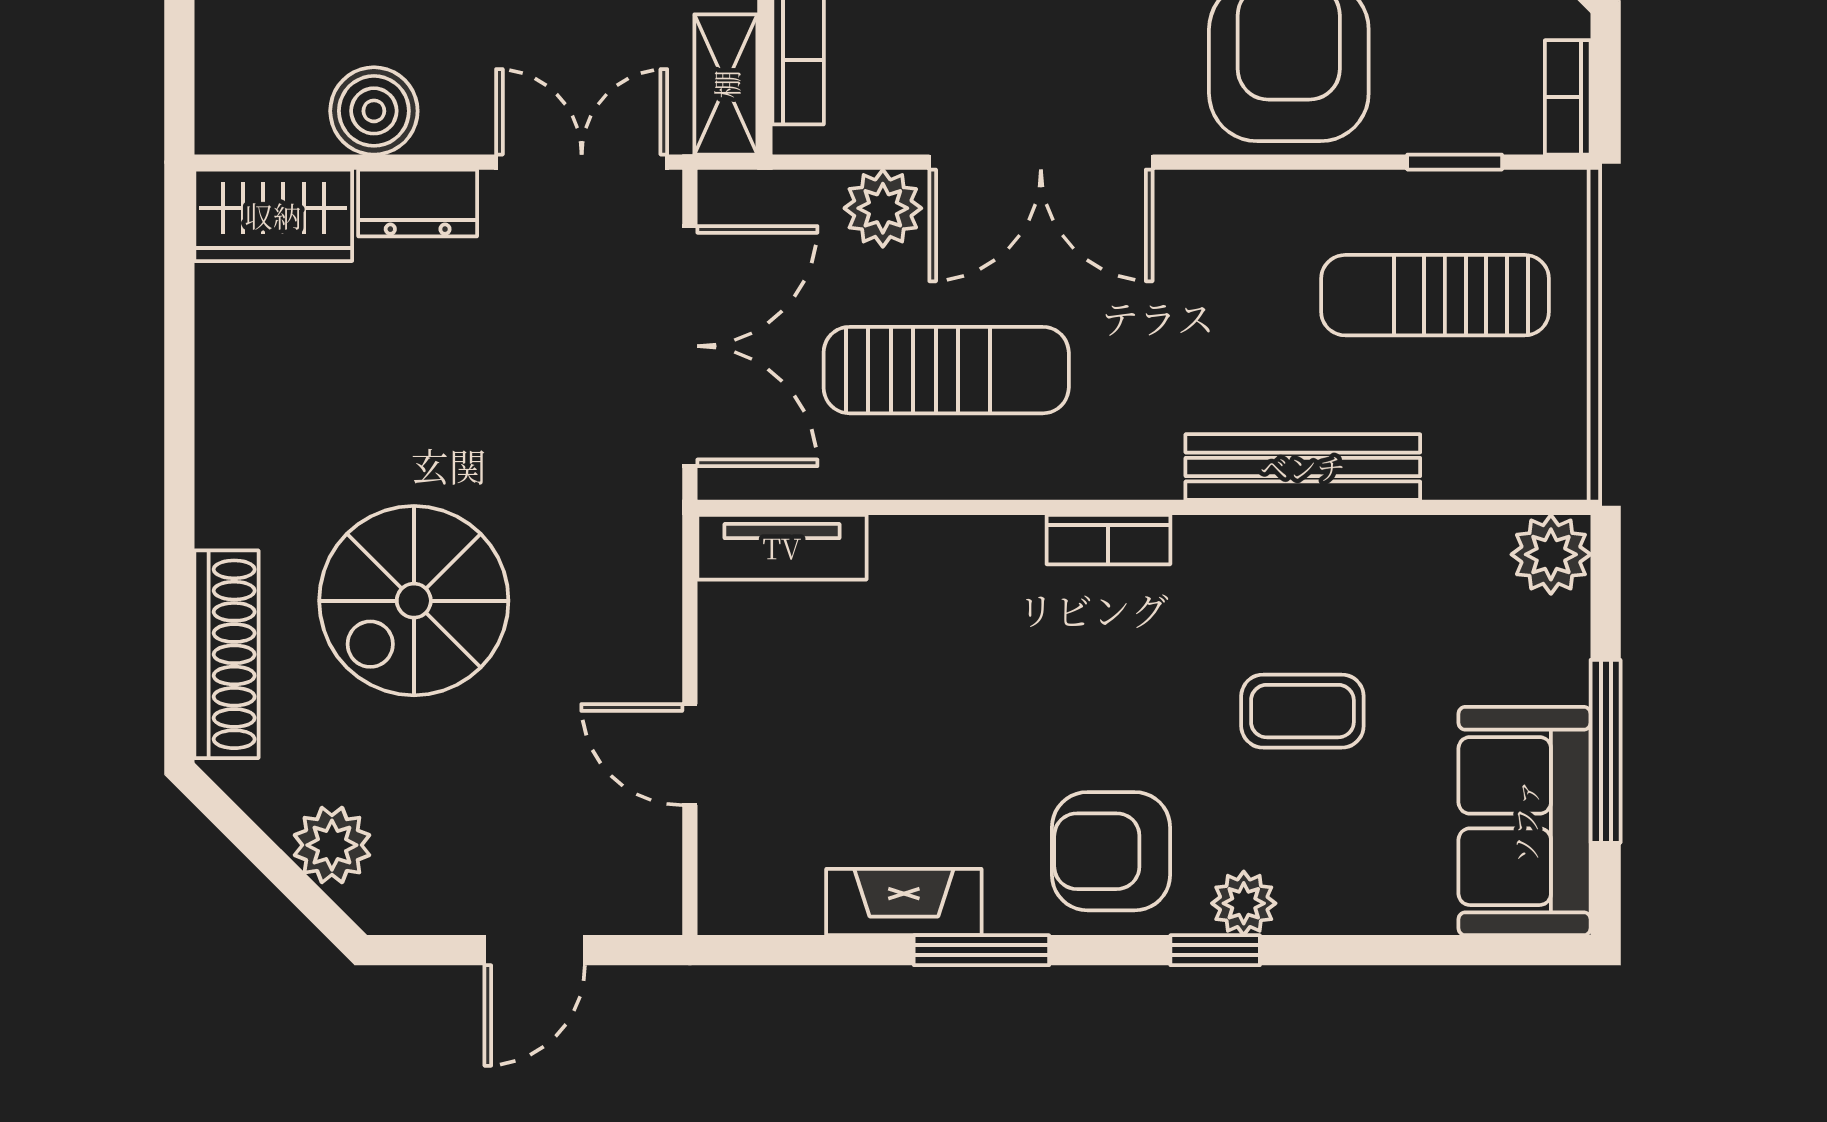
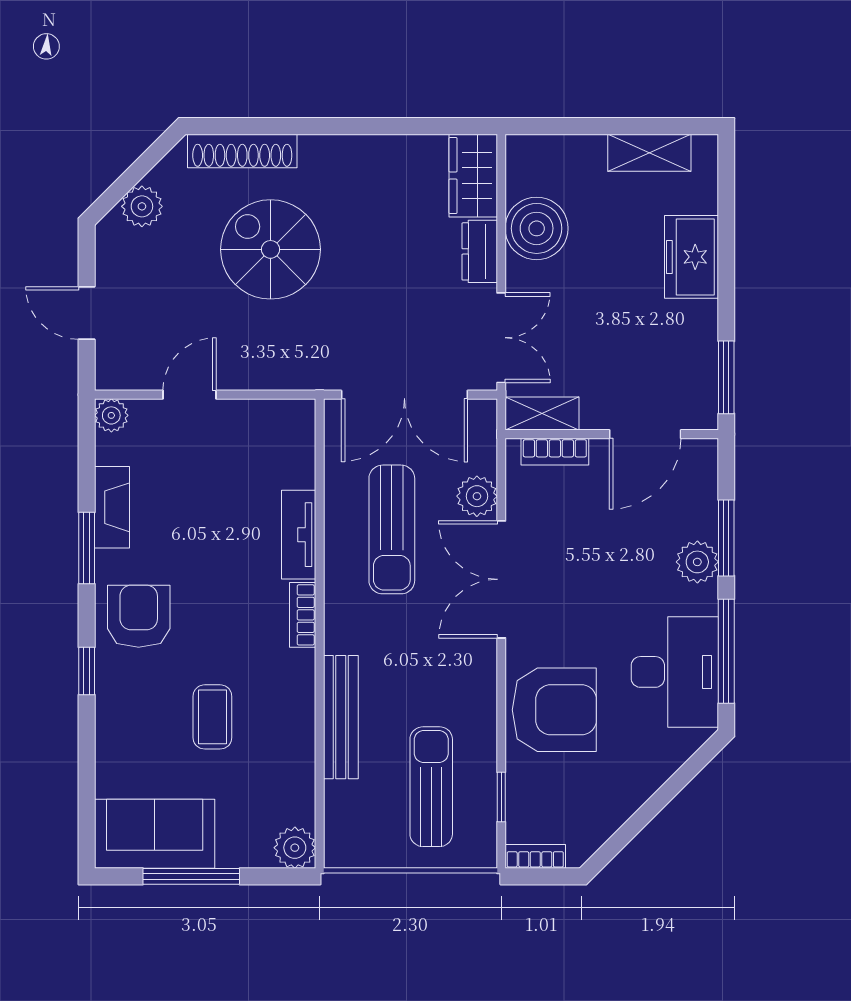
boiler: (374, 111) -> (537, 228), width x1.37, depth x1.37
tv unit: (782, 547) -> (299, 535), moved
plant: (1244, 903) -> (111, 415), moved

